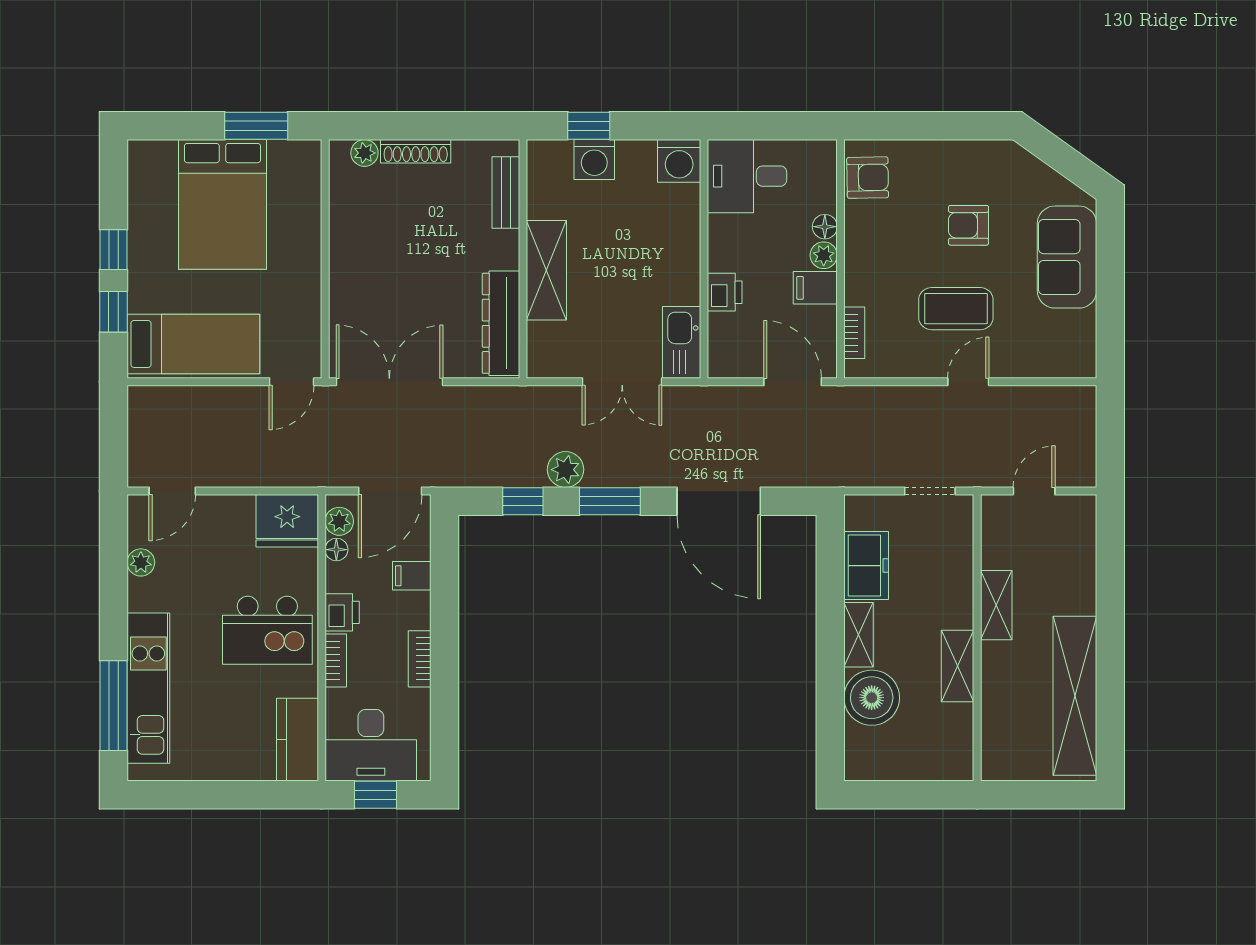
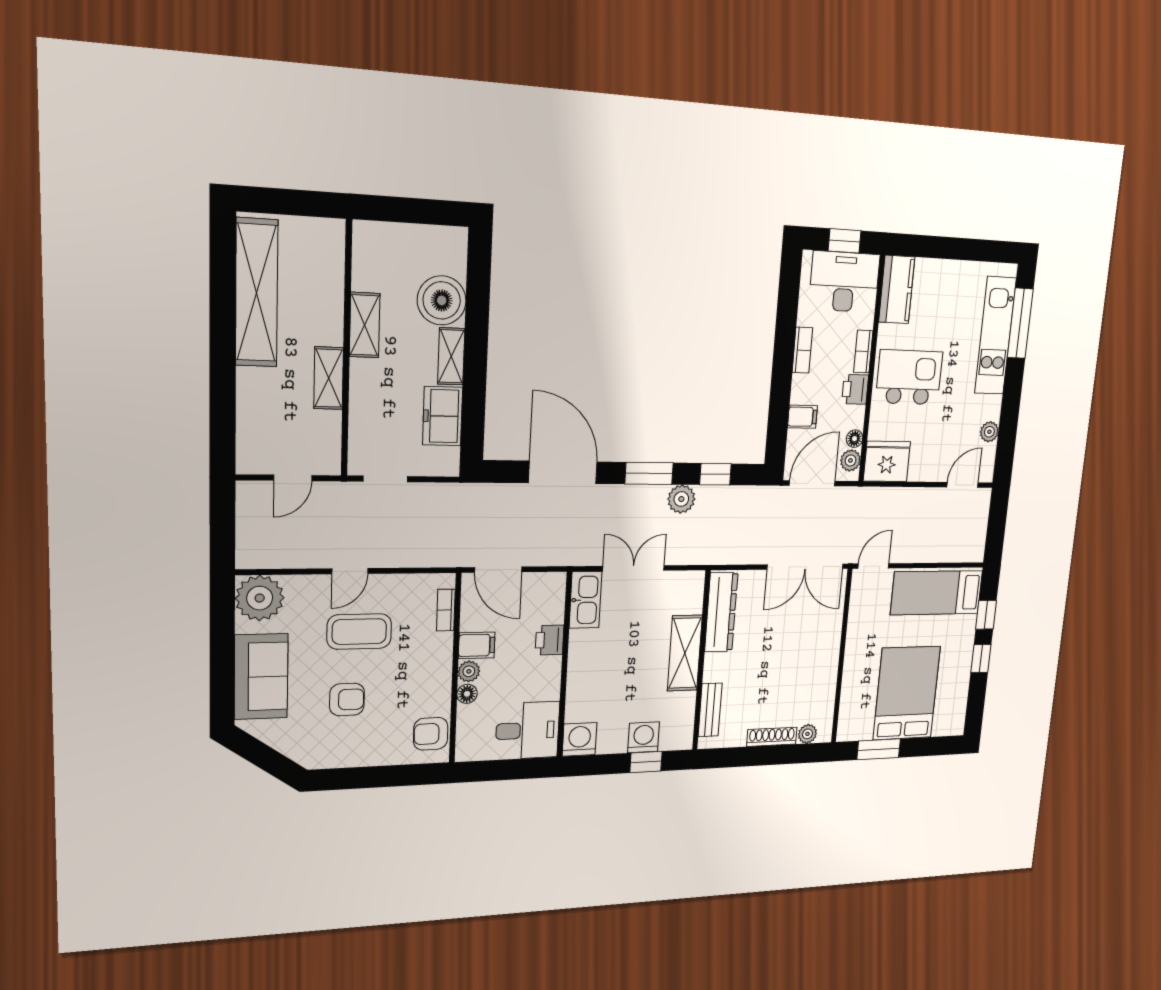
plant: (1069, 351) -> (260, 598), added

